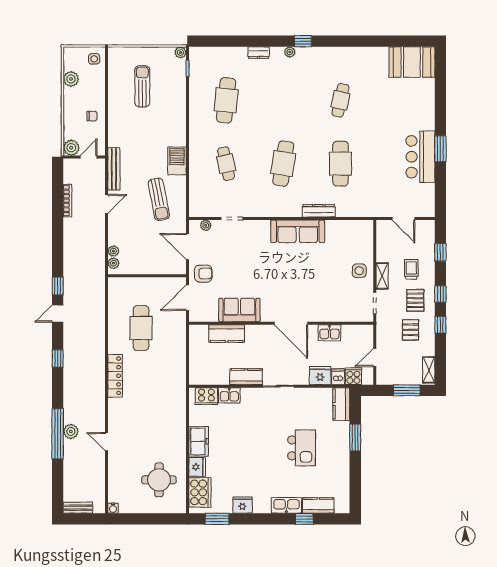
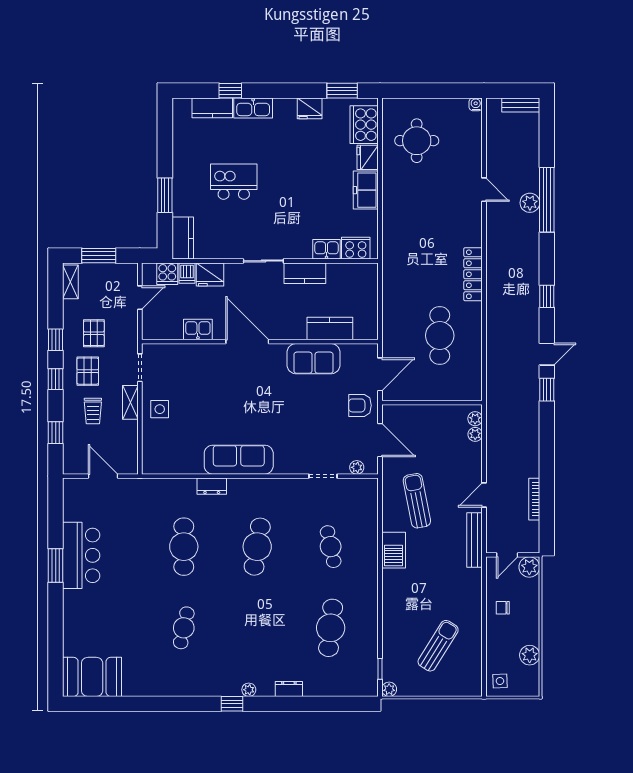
sun lounger: (142, 86) -> (438, 646), turned -148
dresser: (319, 211) -> (212, 486), width x0.70
kitchen island: (302, 448) -> (234, 182), turned 90

